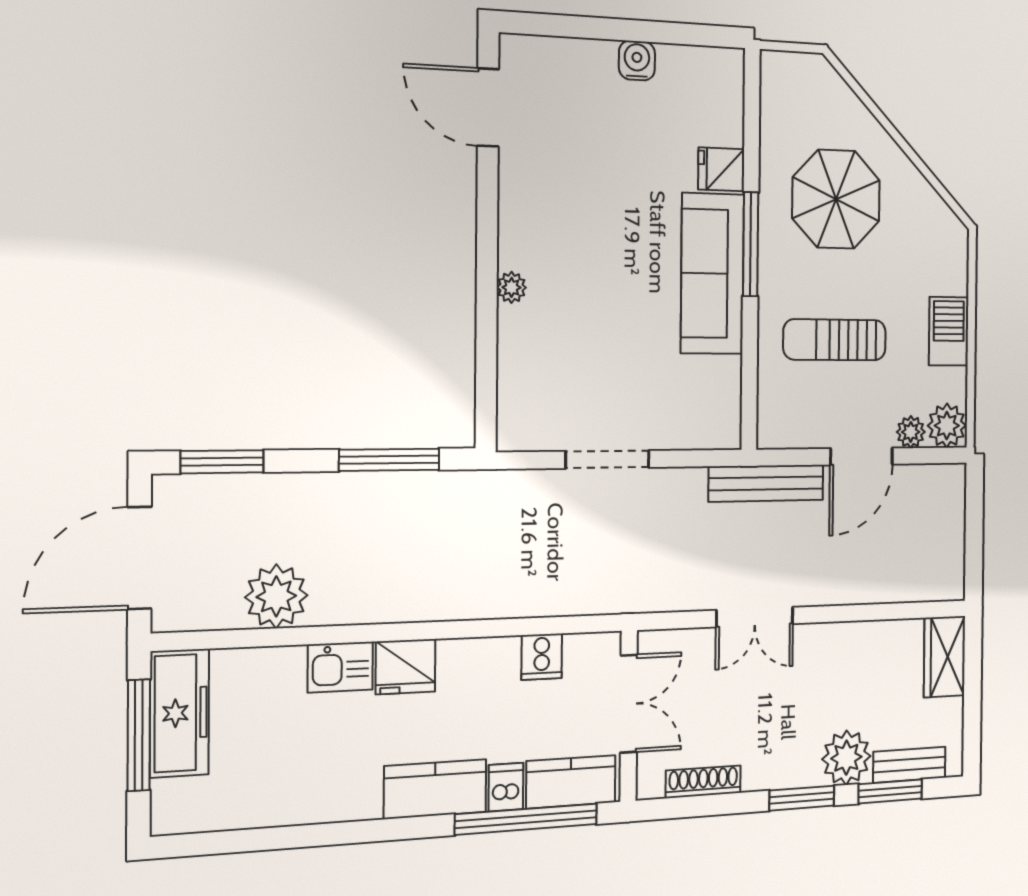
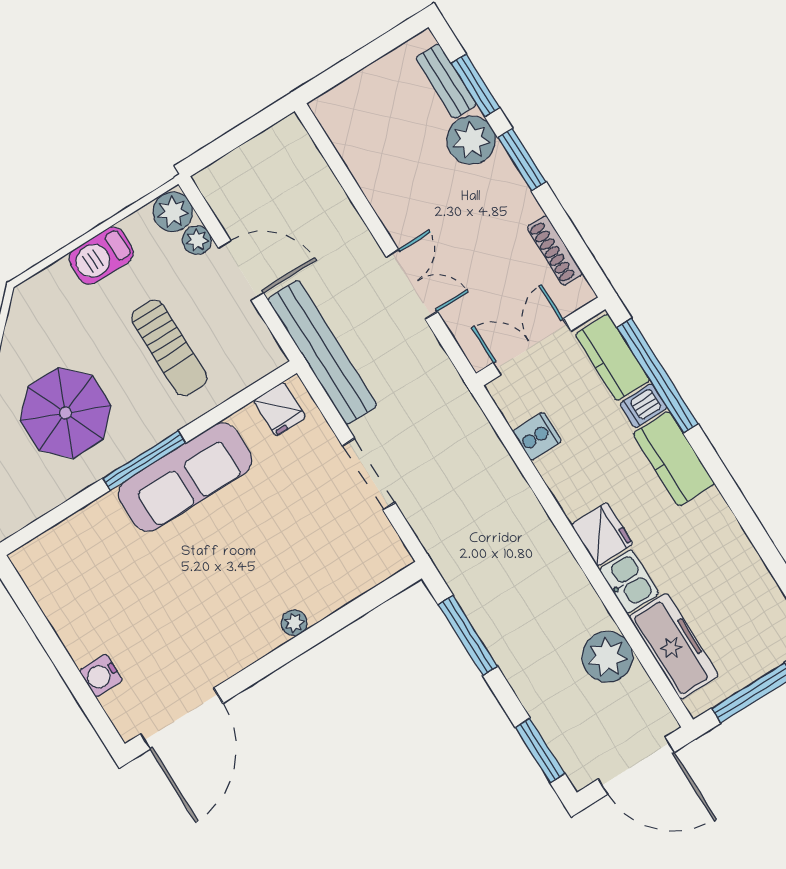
water cooler: (637, 60) -> (101, 676), moved
door: (488, 107) -> (182, 719), width x1.36
fridge: (721, 169) -> (280, 409), moved
bench: (766, 483) -> (322, 352), width x1.37, depth x1.21
wardrobe: (944, 657) -> (348, 102), removed
freezer: (179, 713) -> (674, 646), moved, turned 90

